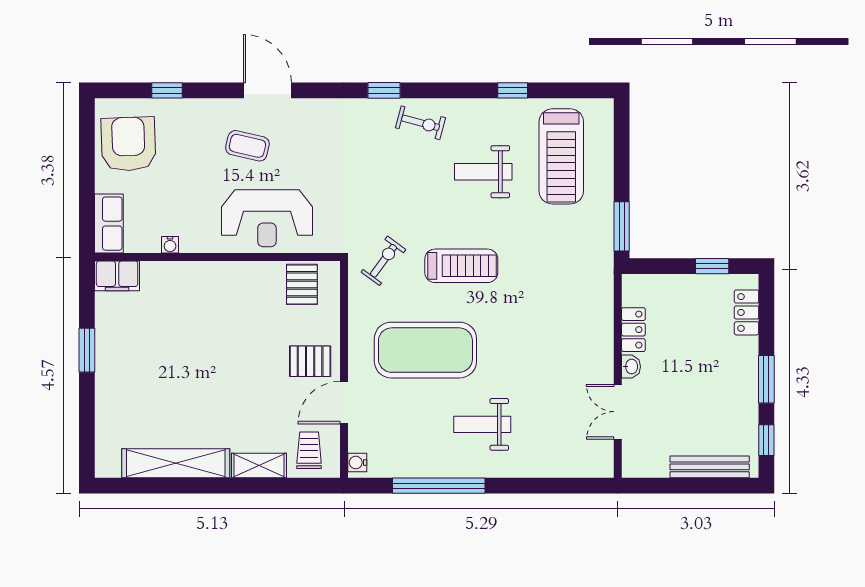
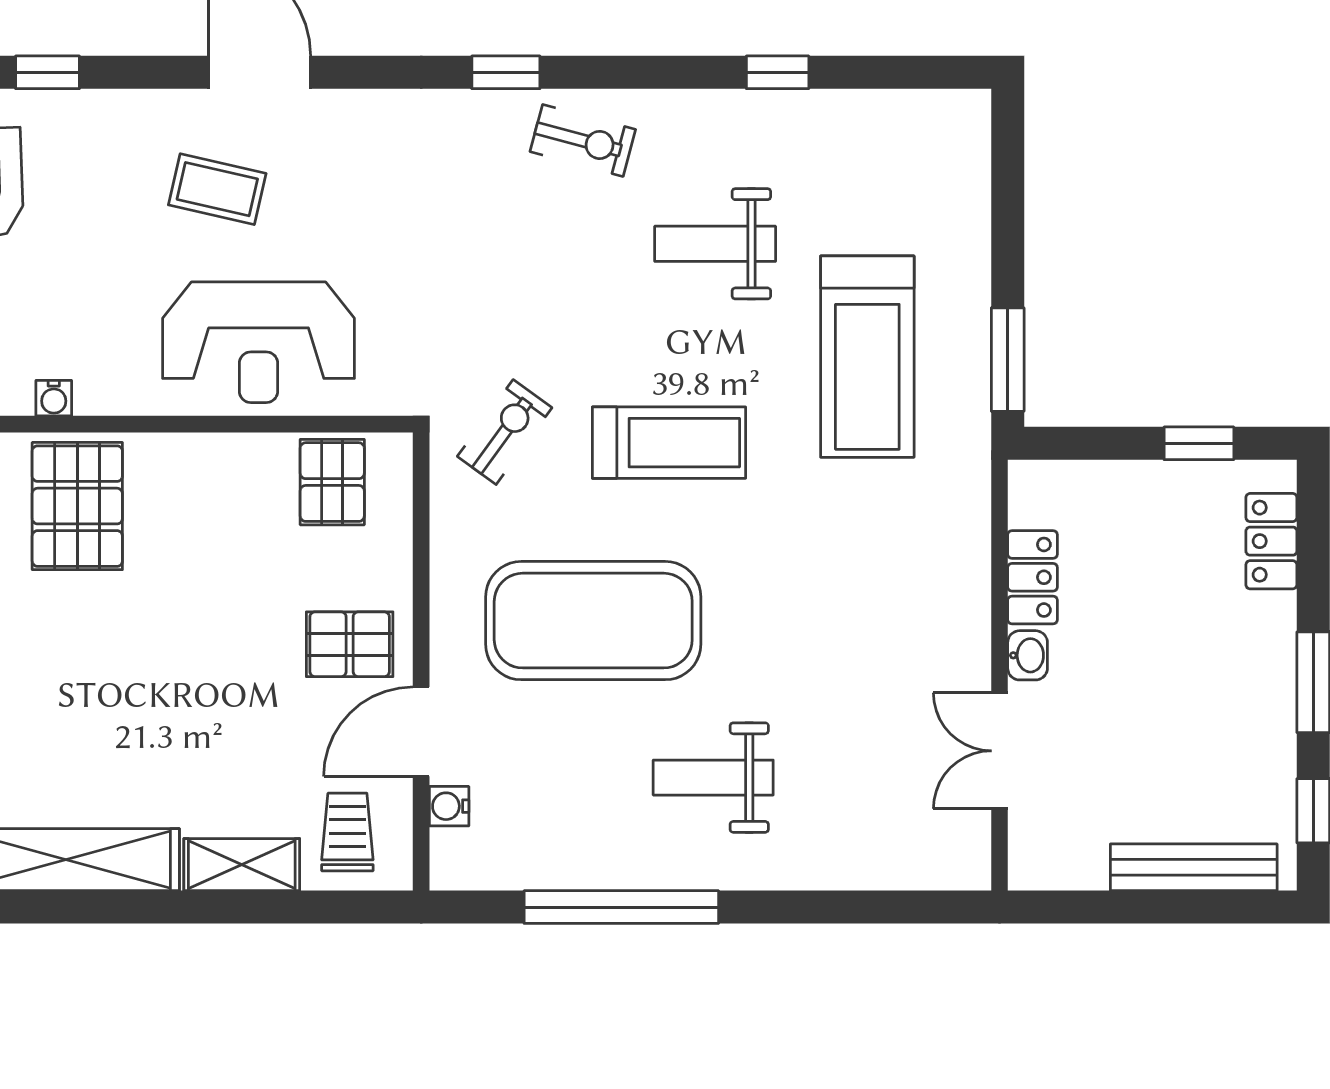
treadmill: (561, 156) -> (867, 357), moved
pallet: (181, 296) -> (77, 506), added
water cooler: (357, 463) -> (449, 806), moved

